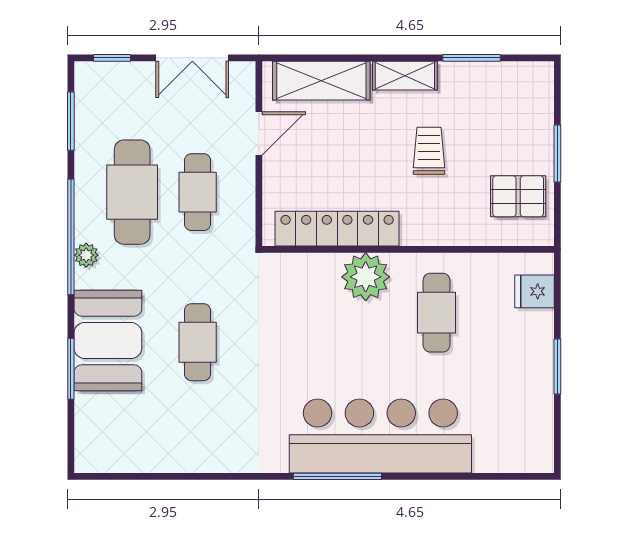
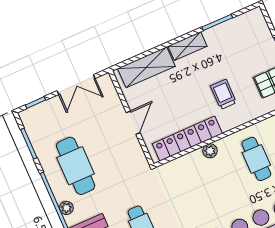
door: (259, 134) -> (133, 123), moved
trolley: (429, 151) -> (223, 94), moved
cafe table: (198, 192) -> (109, 151), removed
plant: (366, 277) -> (210, 151), width x0.53, depth x0.53

